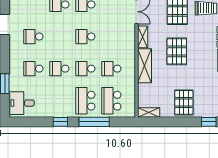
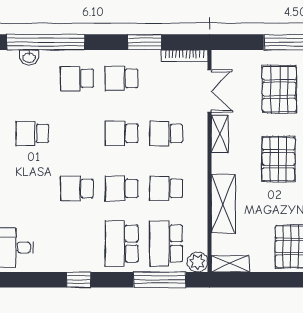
shelving: (145, 66) -> (223, 204), moved
school desk: (33, 69) -> (166, 133), moved
plant: (130, 112) -> (197, 262), added
window: (94, 122) -> (160, 280), moved

